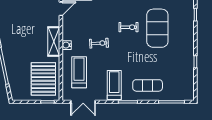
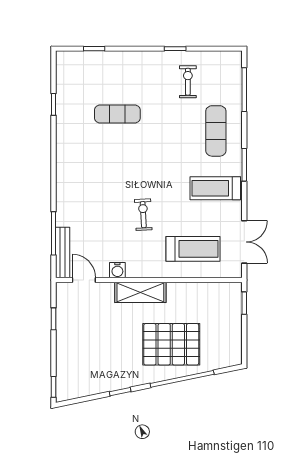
exercise bike: (129, 27) -> (188, 82), moved
exercise mat: (157, 28) -> (117, 114), width x0.50, depth x0.69
water cooler: (67, 45) -> (117, 270), moved
treadmill: (79, 72) -> (193, 249), turned 180
pallet: (43, 79) -> (171, 344), moved

